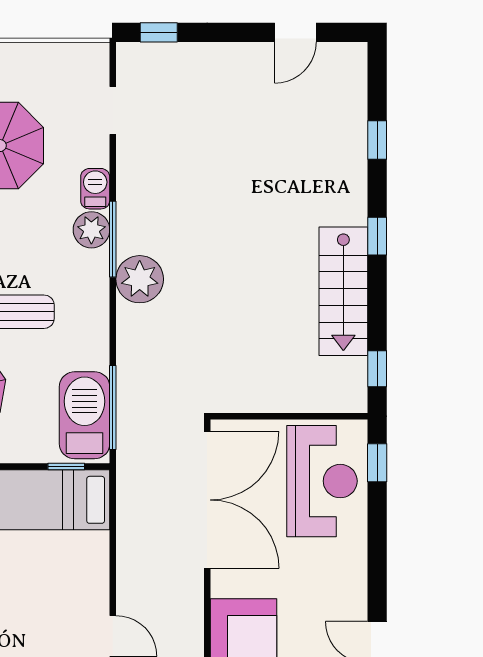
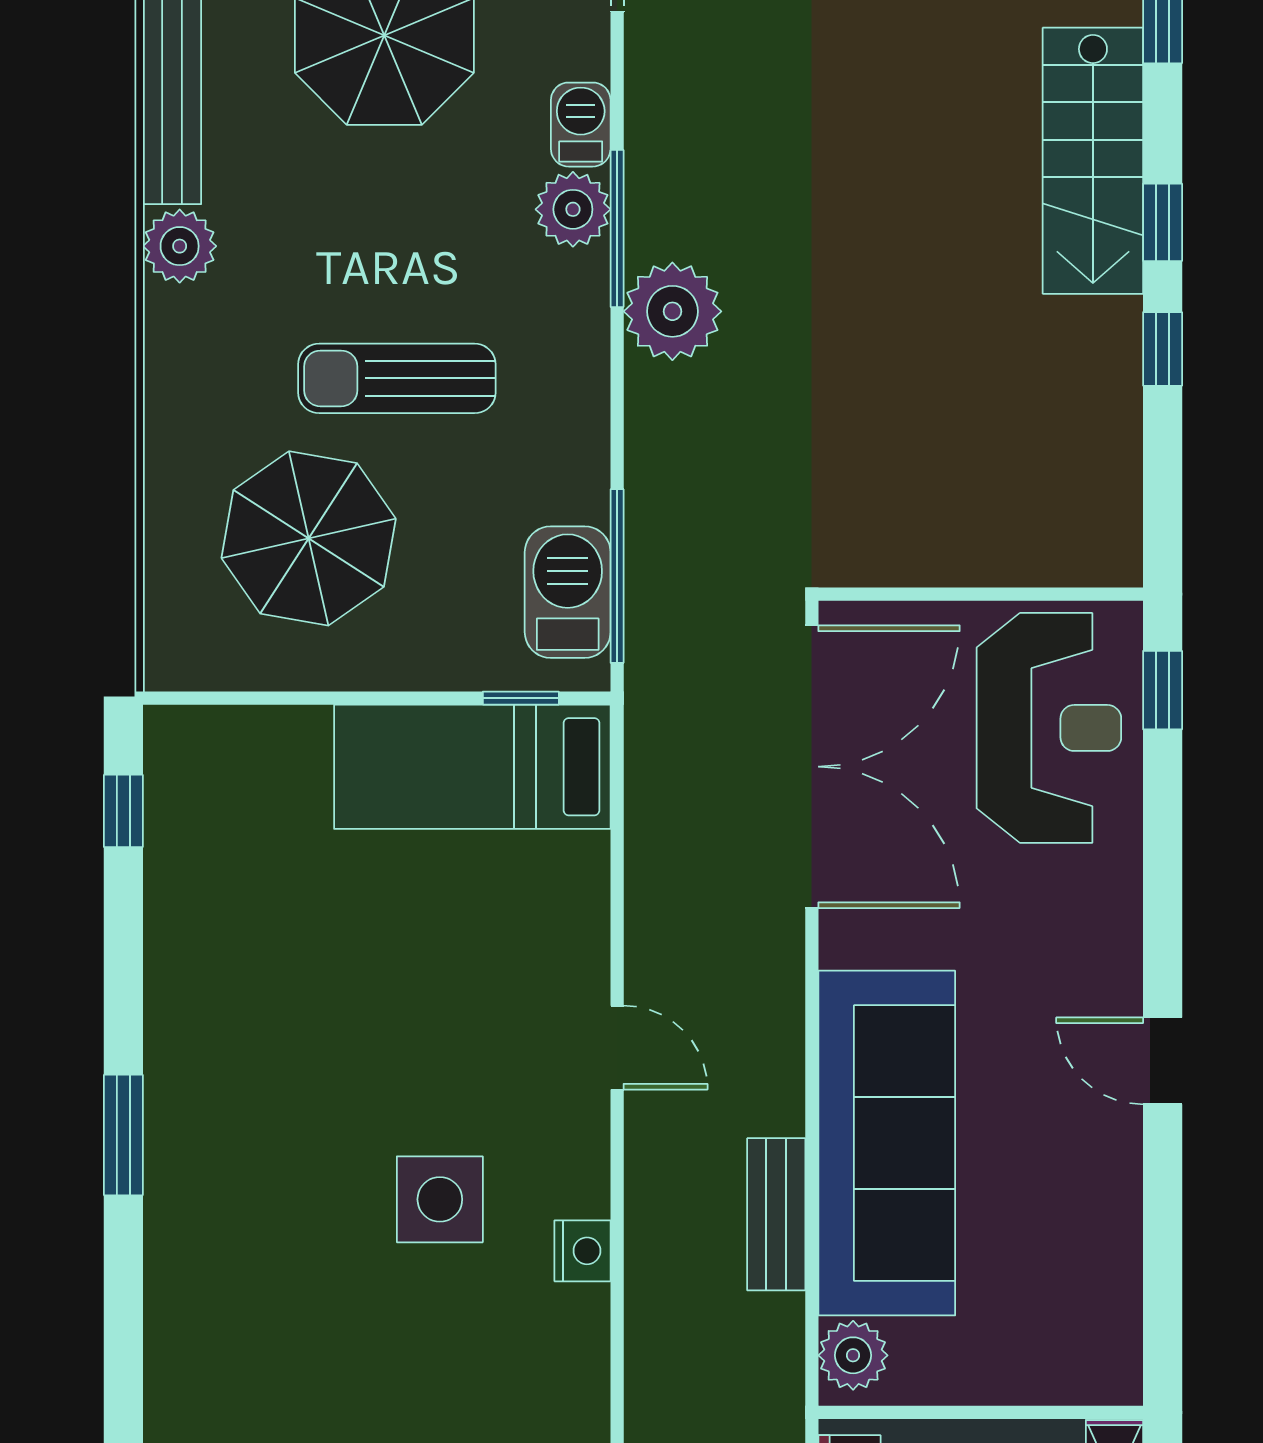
stairs: (343, 291) -> (1093, 161), moved
window: (377, 369) -> (1163, 349), moved
barbecue: (85, 415) -> (568, 592), width x0.73, depth x0.83

